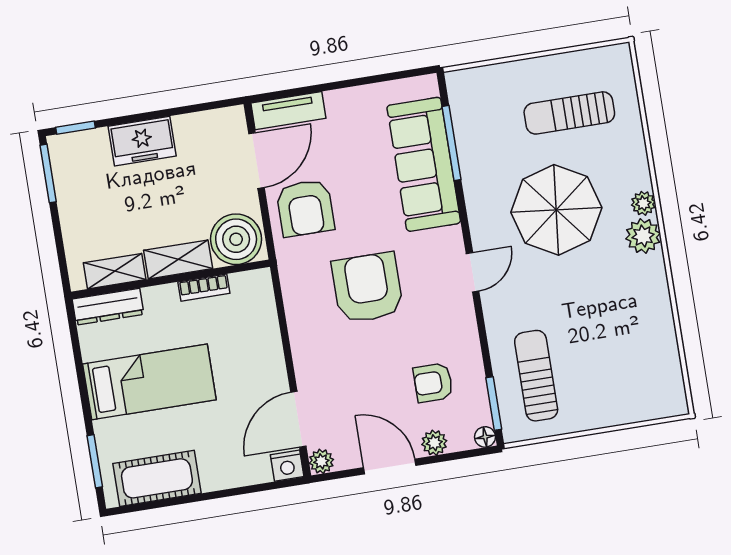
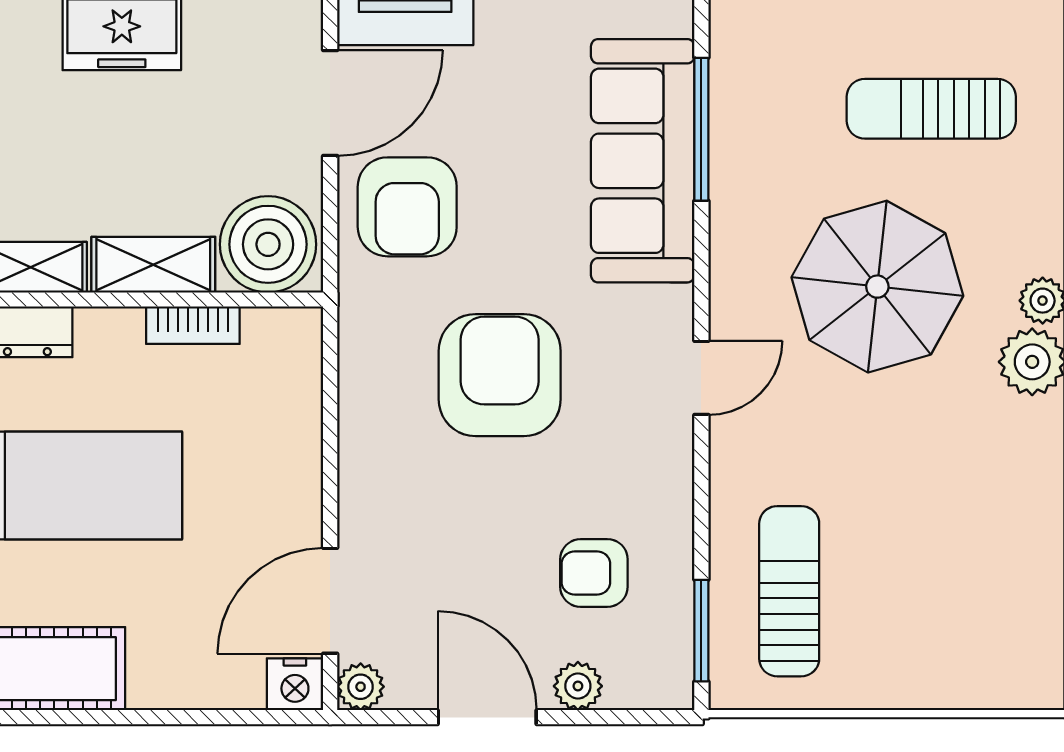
floor lamp: (485, 437) -> (675, 691), removed

